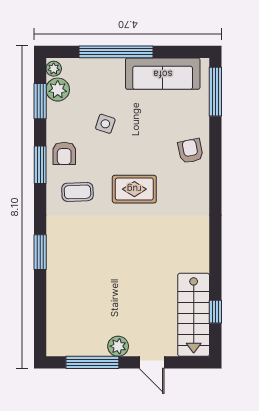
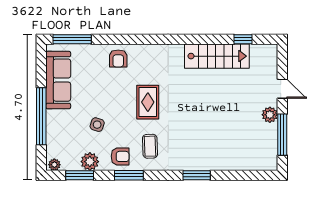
plant: (58, 90) -> (90, 162), moved
armchair: (191, 151) -> (118, 58), turned -78
stairs: (194, 315) -> (217, 56), moved
door: (152, 362) -> (282, 89), hinge flipped

